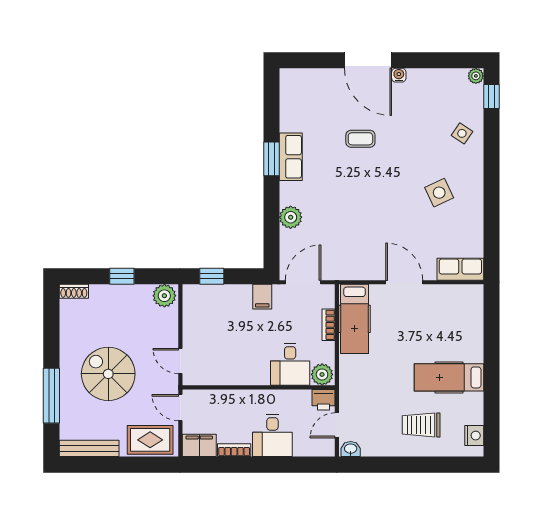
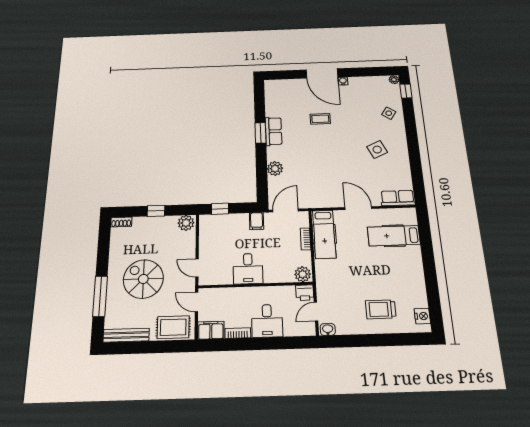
desk: (290, 364) -> (248, 269), moved
hospital bed: (449, 377) -> (394, 236), moved

